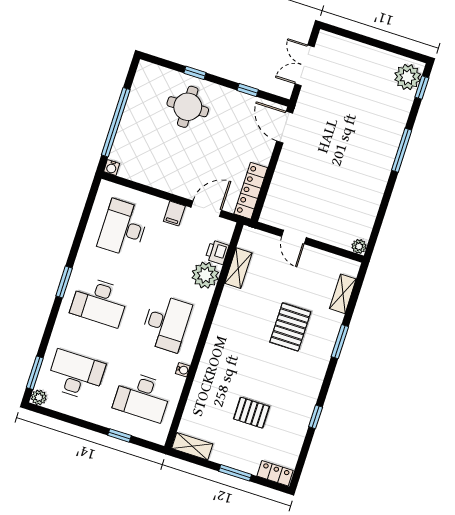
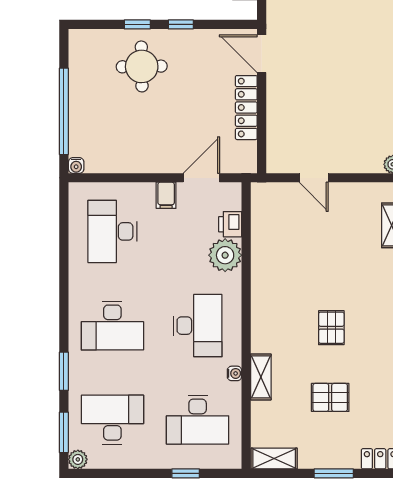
window: (248, 90) -> (181, 24), moved
locker: (251, 191) -> (246, 108), moved
shelving: (238, 268) -> (261, 377), moved
window: (64, 282) -> (64, 371), moved
pallet: (290, 327) -> (331, 328), moved, width x0.67, depth x0.71

